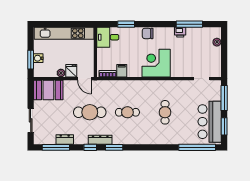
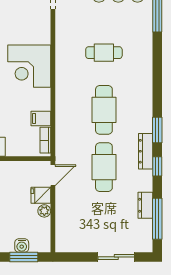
booth: (48, 90) -> (70, 230), removed
cafe table: (127, 112) -> (104, 110), width x1.37, depth x1.35

